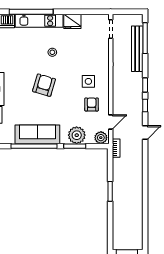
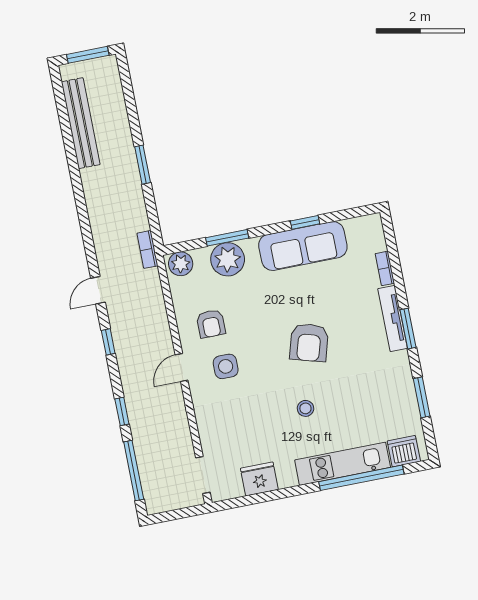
fridge: (72, 21) -> (259, 479), moved
bench: (137, 49) -> (81, 123), moved
window: (145, 85) -> (122, 411), moved
door: (111, 122) -> (182, 367), moved
window: (34, 146) -> (305, 222), width x0.32

